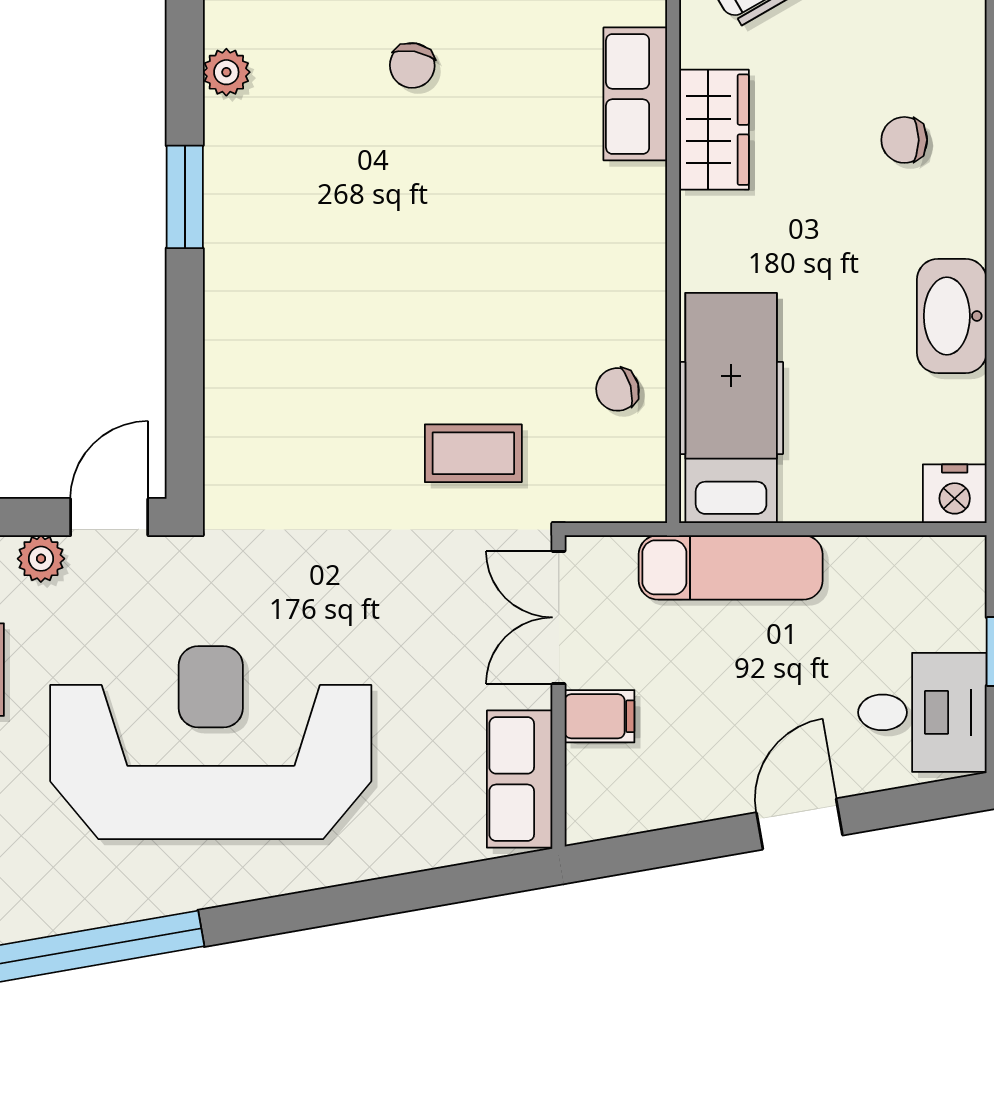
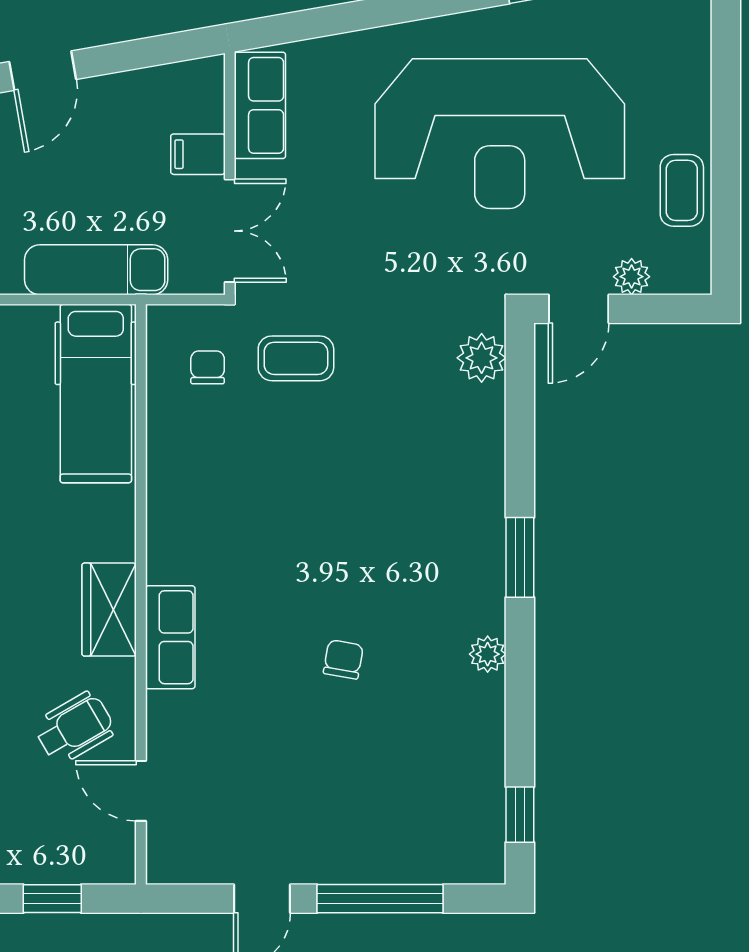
chair: (618, 389) -> (208, 367), moved, turned -75
plant: (234, 454) -> (482, 358), added

